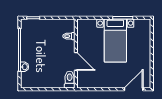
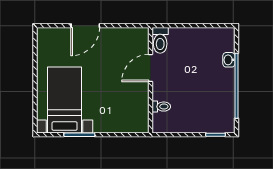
bed with nightstands: (115, 40) -> (65, 100), moved
door: (76, 61) -> (151, 68), hinge flipped
door: (134, 89) -> (85, 26), moved

